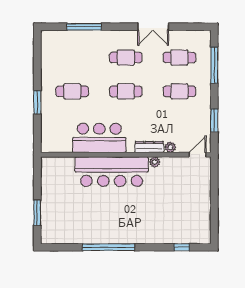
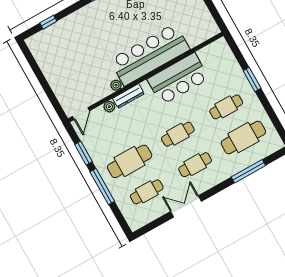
cafe table: (72, 58) -> (243, 137), added
window: (214, 65) -> (102, 187), moved
cafe table: (179, 91) -> (130, 161), width x1.37, depth x1.35

